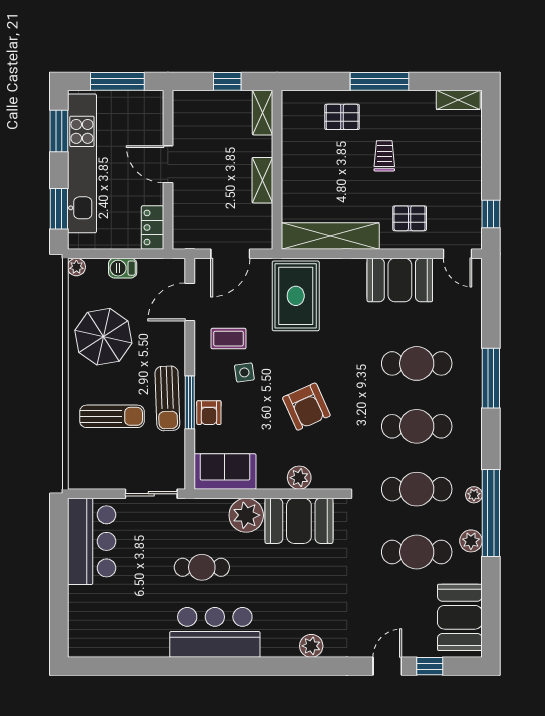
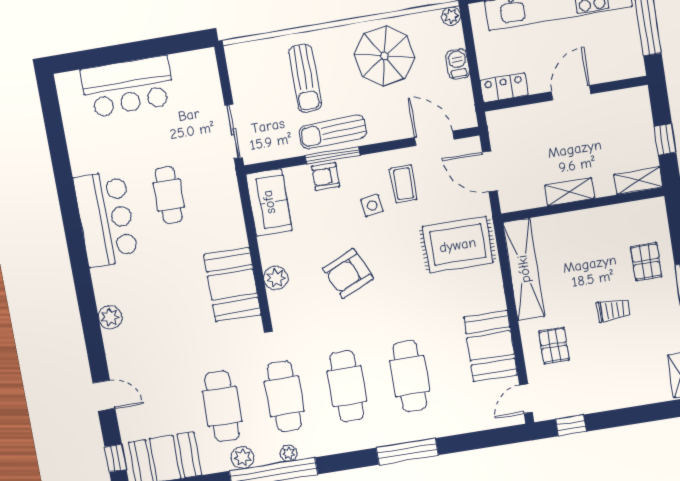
plant: (246, 515) -> (229, 231), removed
bar counter: (92, 541) -> (128, 87), moved
window: (430, 666) -> (116, 458), moved

